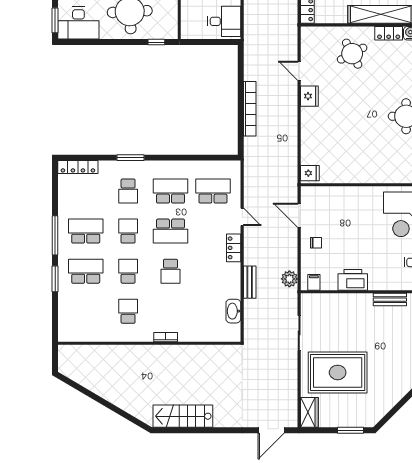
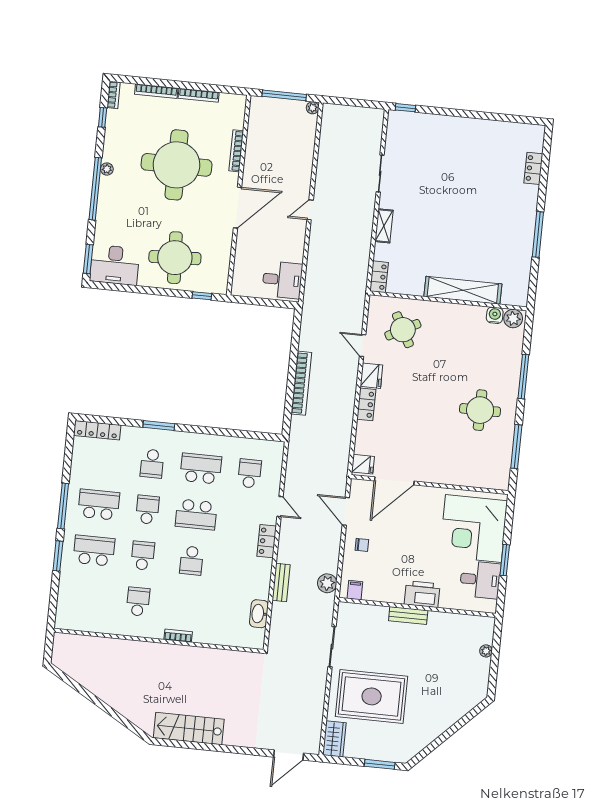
locker: (389, 33) -> (366, 404), moved, turned -90
round table: (352, 54) -> (403, 330), moved
door: (338, 185) -> (394, 481), added
school desk: (213, 191) -> (250, 474), width x0.54
printer: (353, 280) -> (422, 594), moved
bench: (390, 300) -> (408, 615), moved

